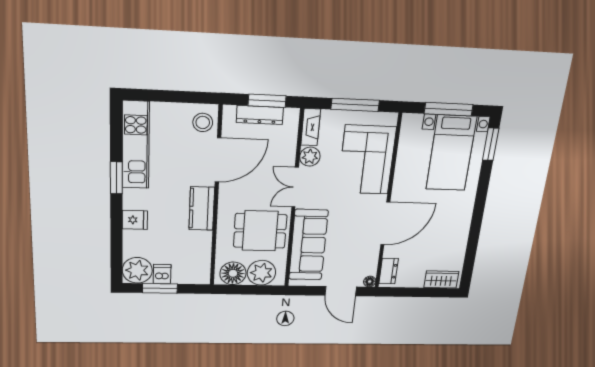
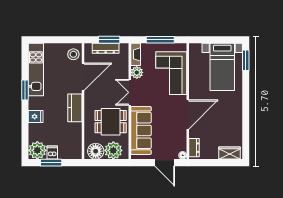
window: (449, 109) -> (216, 40), removed

